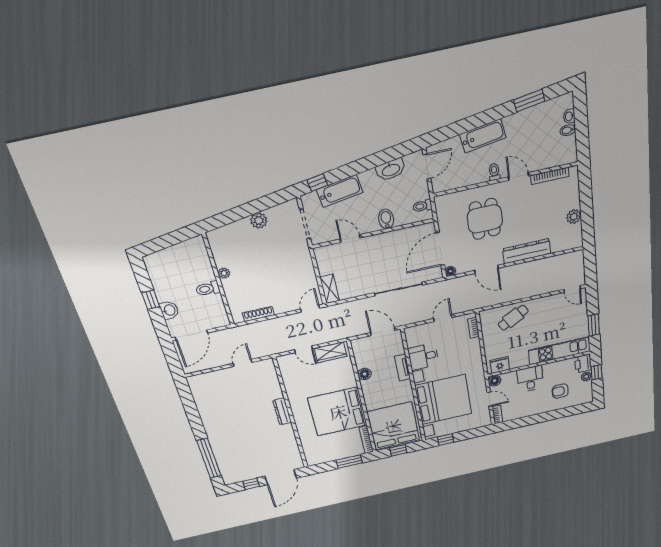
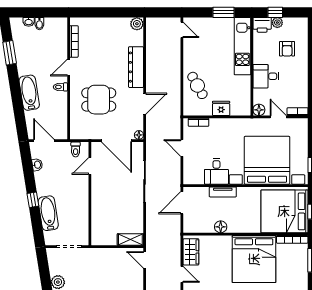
washbasin: (391, 170) -> (37, 165), width x0.52, depth x0.69
window: (317, 183) -> (33, 200), moved
plant: (574, 217) -> (137, 24), moved
bidet: (386, 219) -> (80, 181), removed
door: (350, 238) -> (90, 166), moved
door: (572, 289) -> (182, 30), hinge flipped
door: (303, 349) -> (182, 274), hinge flipped
fridge: (500, 365) -> (221, 108), moved, turned 90
door: (490, 399) -> (278, 117), hinge flipped

